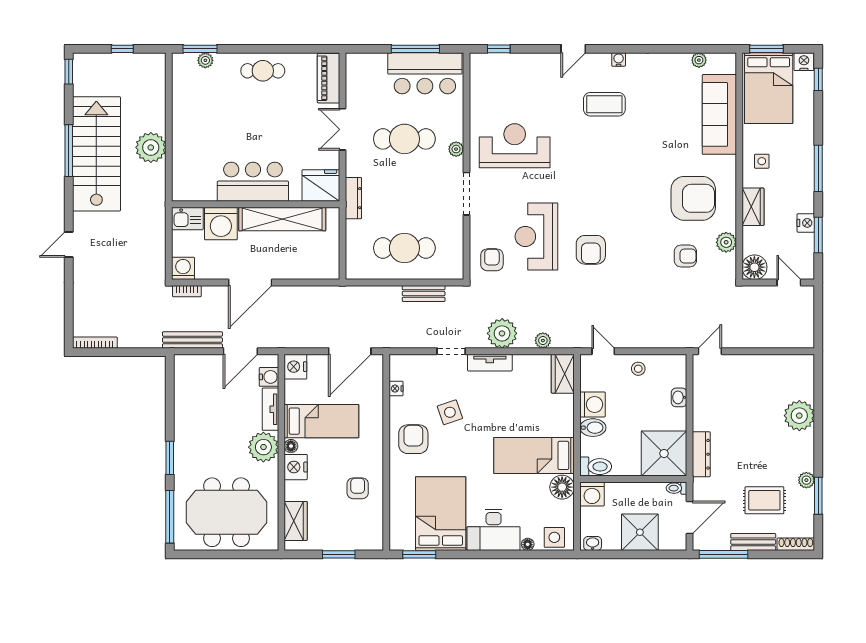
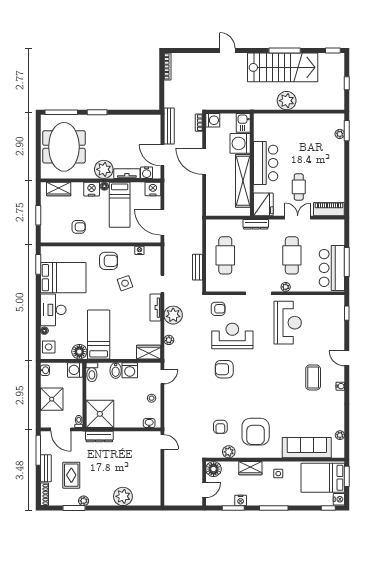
cafe table: (263, 71) -> (299, 187), moved
washbasin: (679, 397) -> (149, 423), moved

